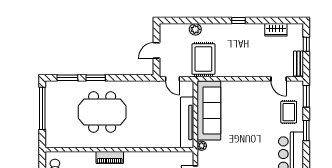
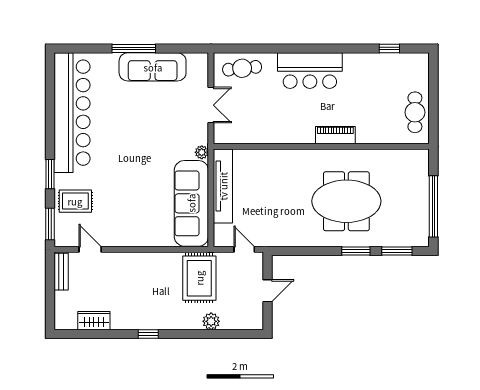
window: (306, 44) -> (50, 300), removed
rug: (289, 112) -> (75, 201), turned 90

